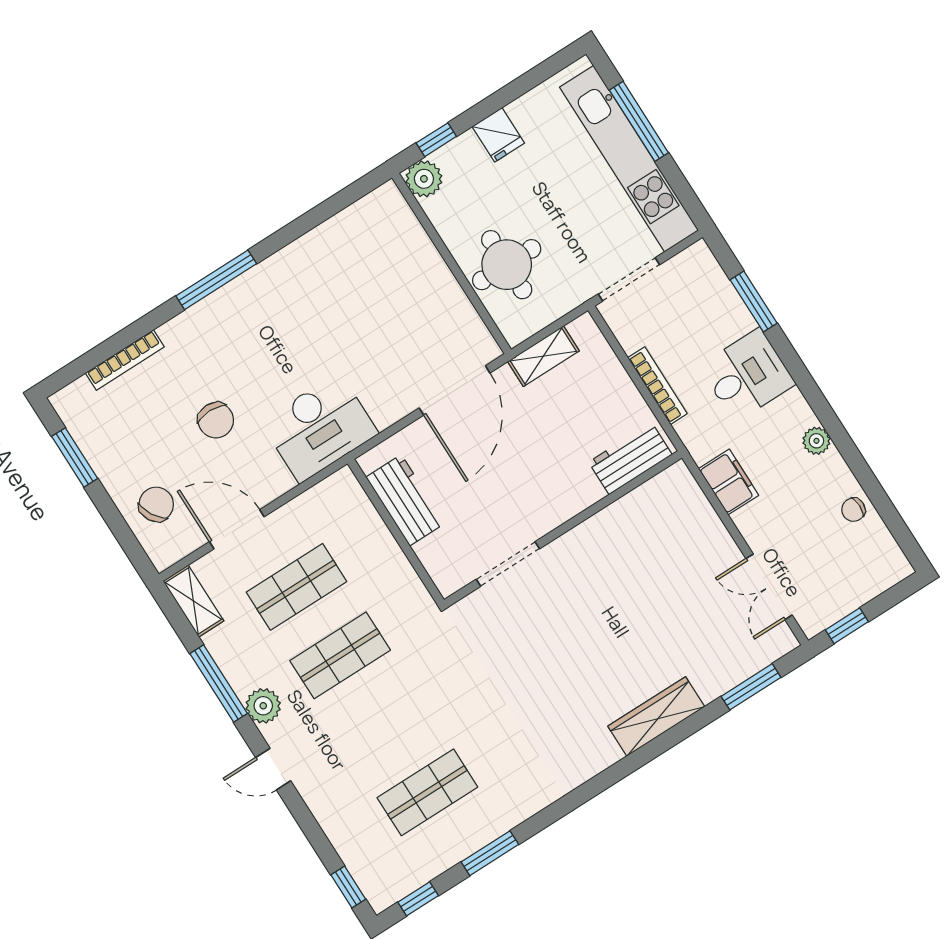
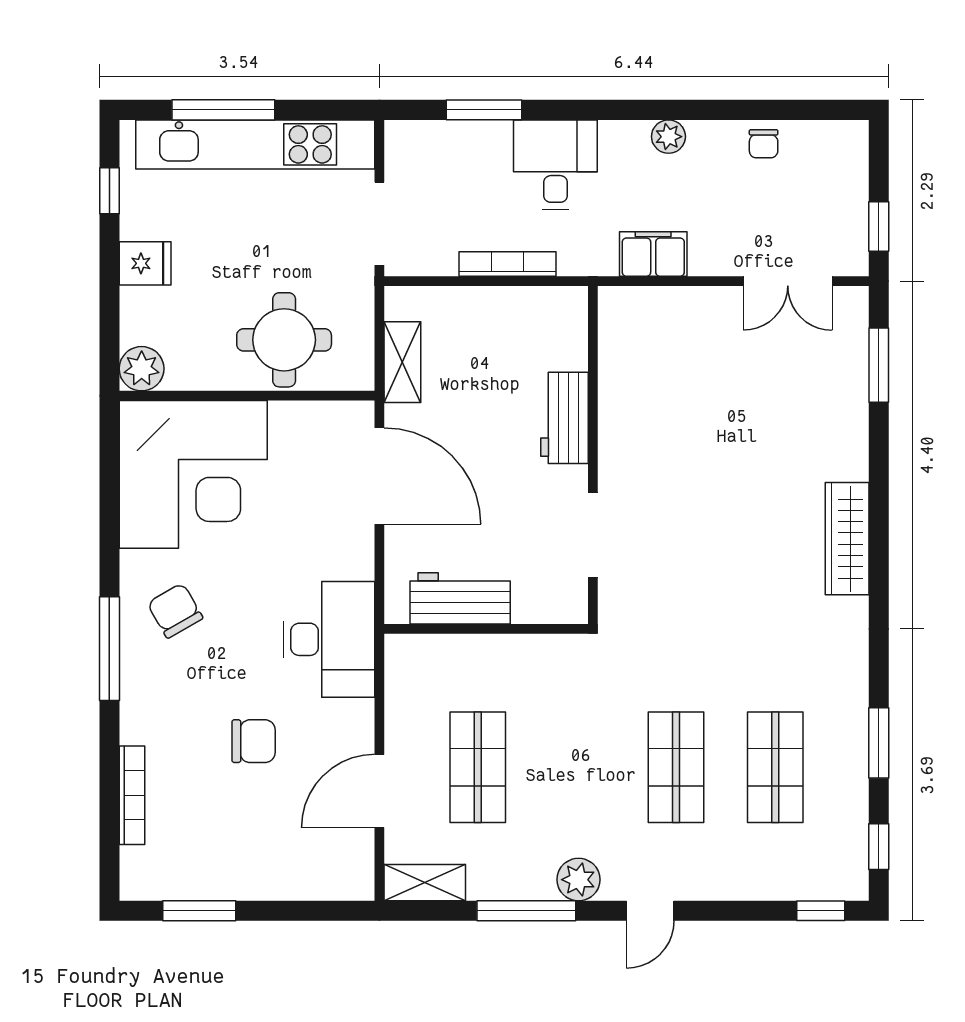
window: (436, 140) -> (109, 191), moved
corner desk: (374, 261) -> (193, 474), added
workbench: (630, 458) -> (564, 418), moved
chair: (156, 504) -> (175, 611), moved
shop shelf: (340, 655) -> (676, 767), moved
wardrobe: (656, 716) -> (847, 539), moved

